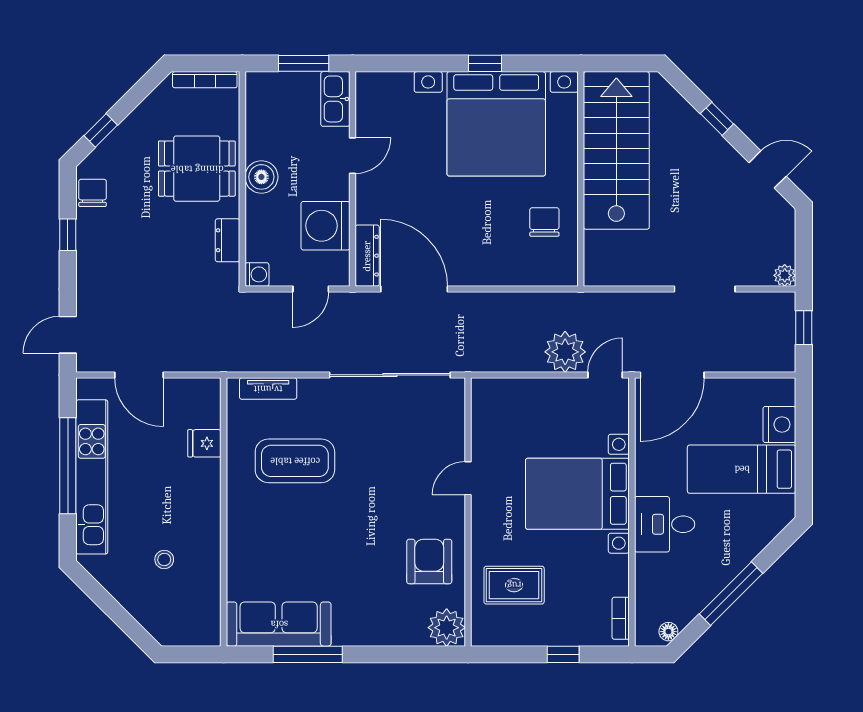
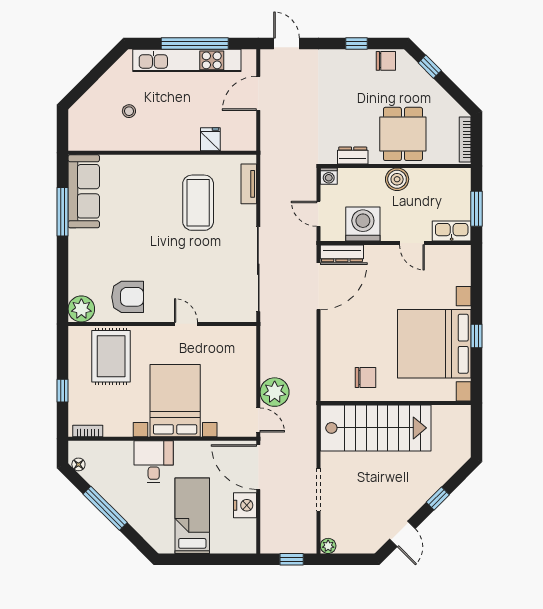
stairs: (616, 150) -> (376, 428), moved
nightstand: (779, 424) -> (245, 505), moved, turned -90
rug: (514, 585) -> (111, 356), width x1.36, depth x1.43

